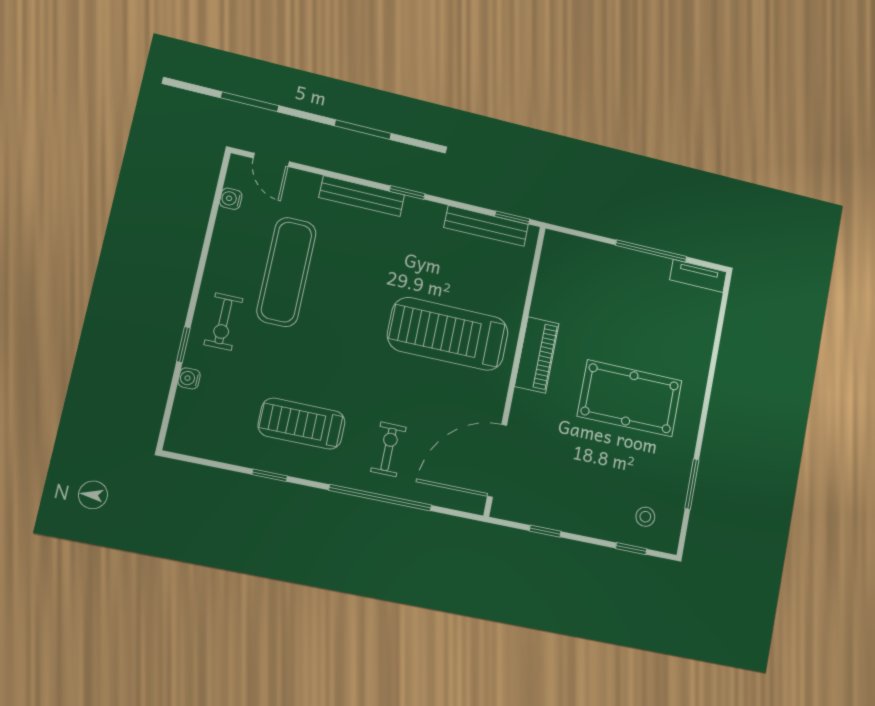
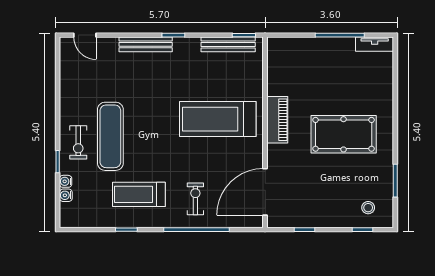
water cooler: (231, 199) -> (66, 195), moved
exercise mat: (287, 272) -> (110, 136), moved

